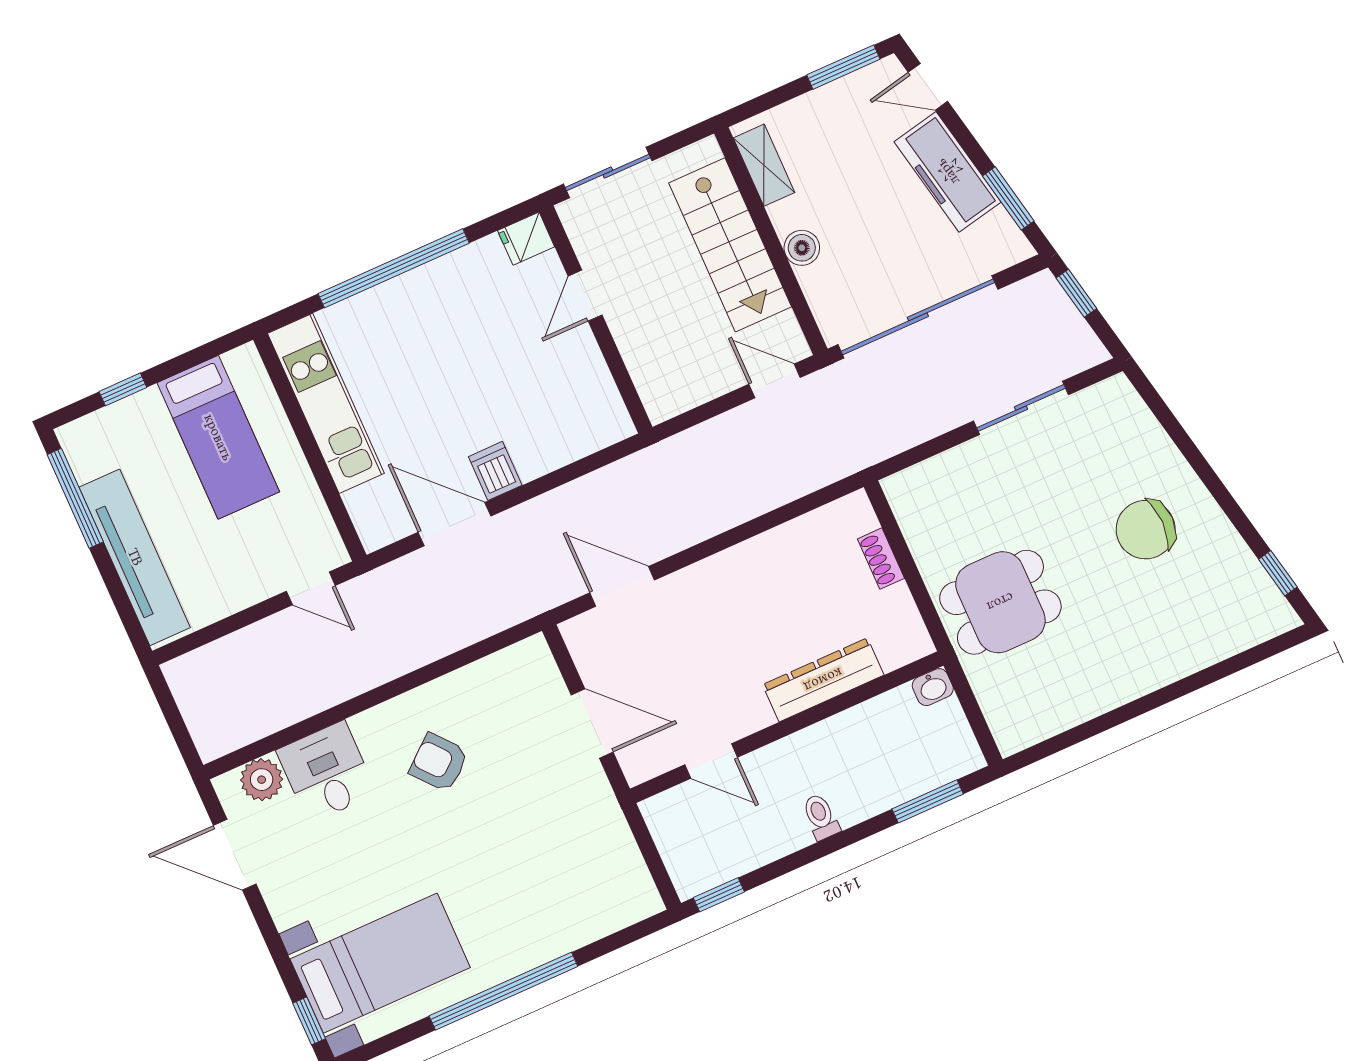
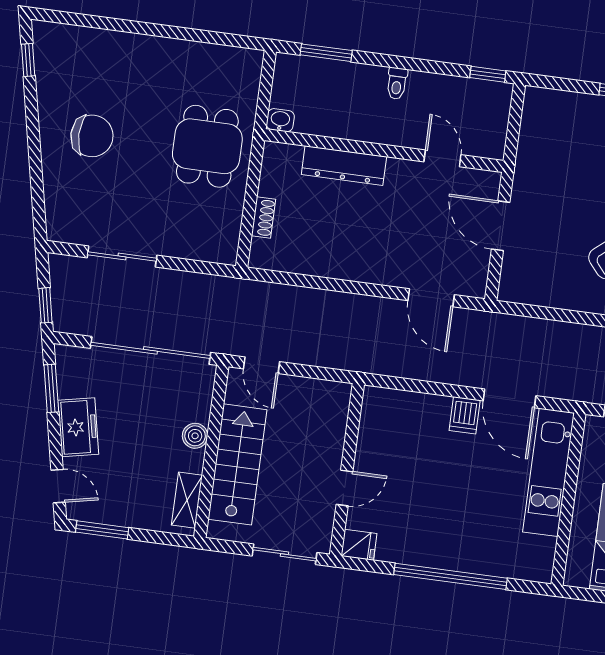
freezer: (948, 172) -> (78, 427), width x0.71
kitchen unit: (326, 403) -> (549, 472), moved
dining table: (1000, 602) -> (207, 146), turned 90

